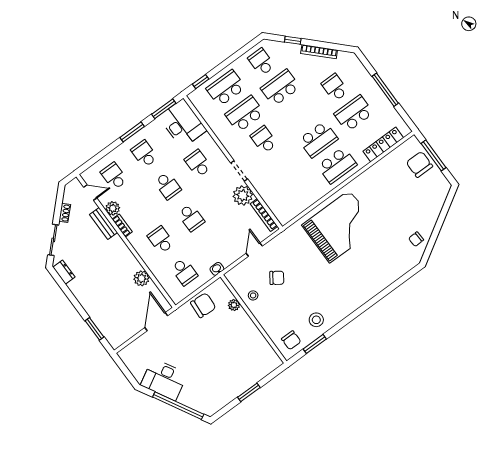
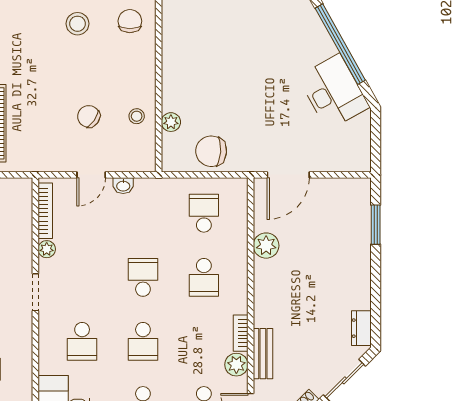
school desk: (168, 186) -> (143, 341), turned 180
plant: (243, 195) -> (47, 249), width x0.53, depth x0.53
washbasin: (217, 269) -> (123, 186), moved

